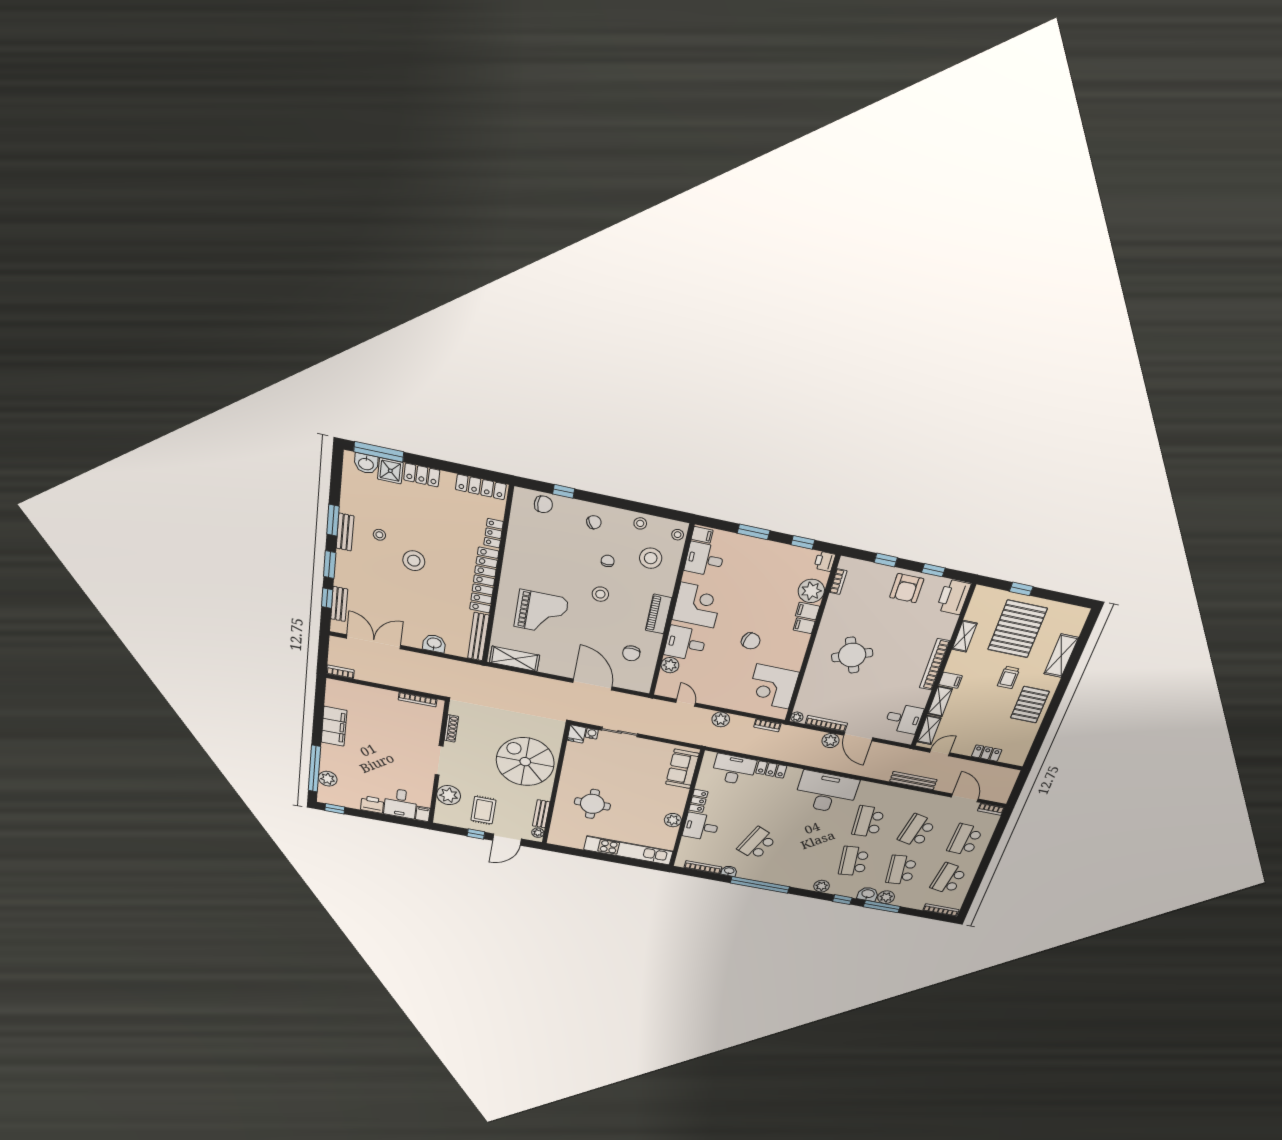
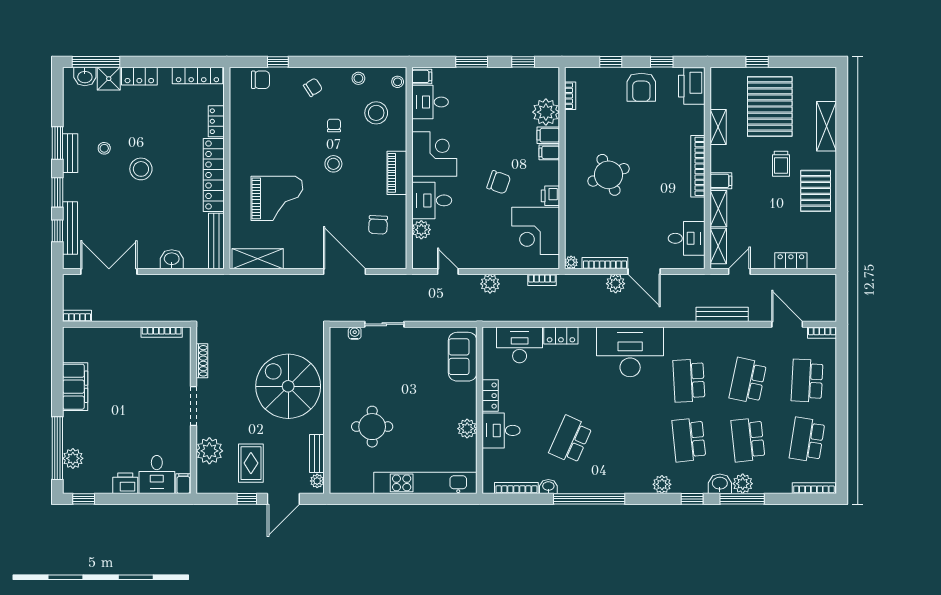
printer: (825, 561) -> (550, 196), moved
bench: (339, 604) -> (70, 228), width x1.36
fridge: (576, 734) -> (338, 337), removed

